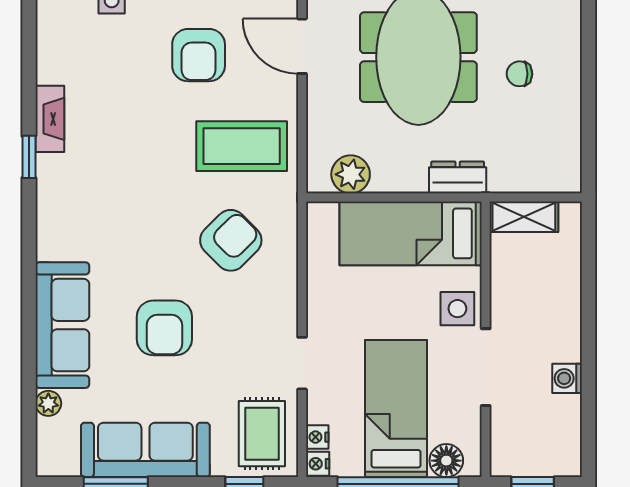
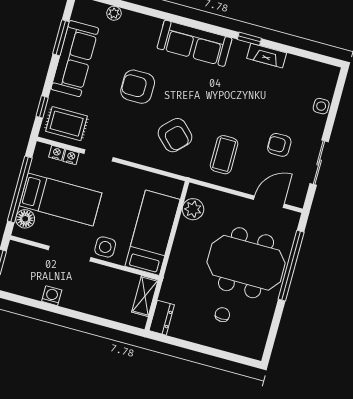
armchair: (199, 55) -> (279, 145), width x0.72, depth x0.72
coffee table: (242, 146) -> (224, 155), width x0.73, depth x0.76
dresser: (458, 177) -> (162, 318), moved
sofa: (62, 325) -> (195, 43), moved
nightstand: (318, 464) -> (71, 157), moved

